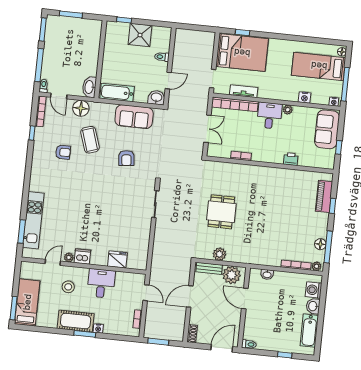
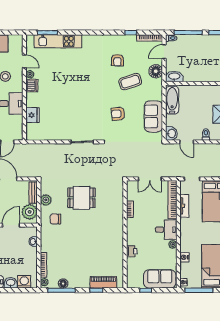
chair: (243, 245) -> (55, 219), added

